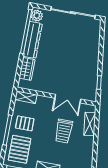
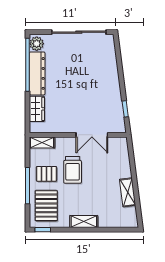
shelving: (90, 124) -> (128, 192), moved
trolley: (64, 131) -> (73, 170), moved

